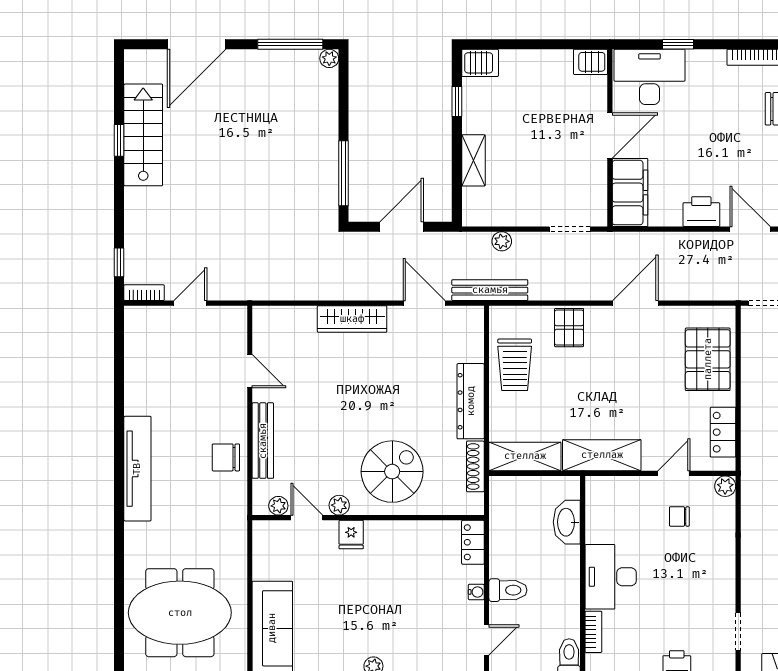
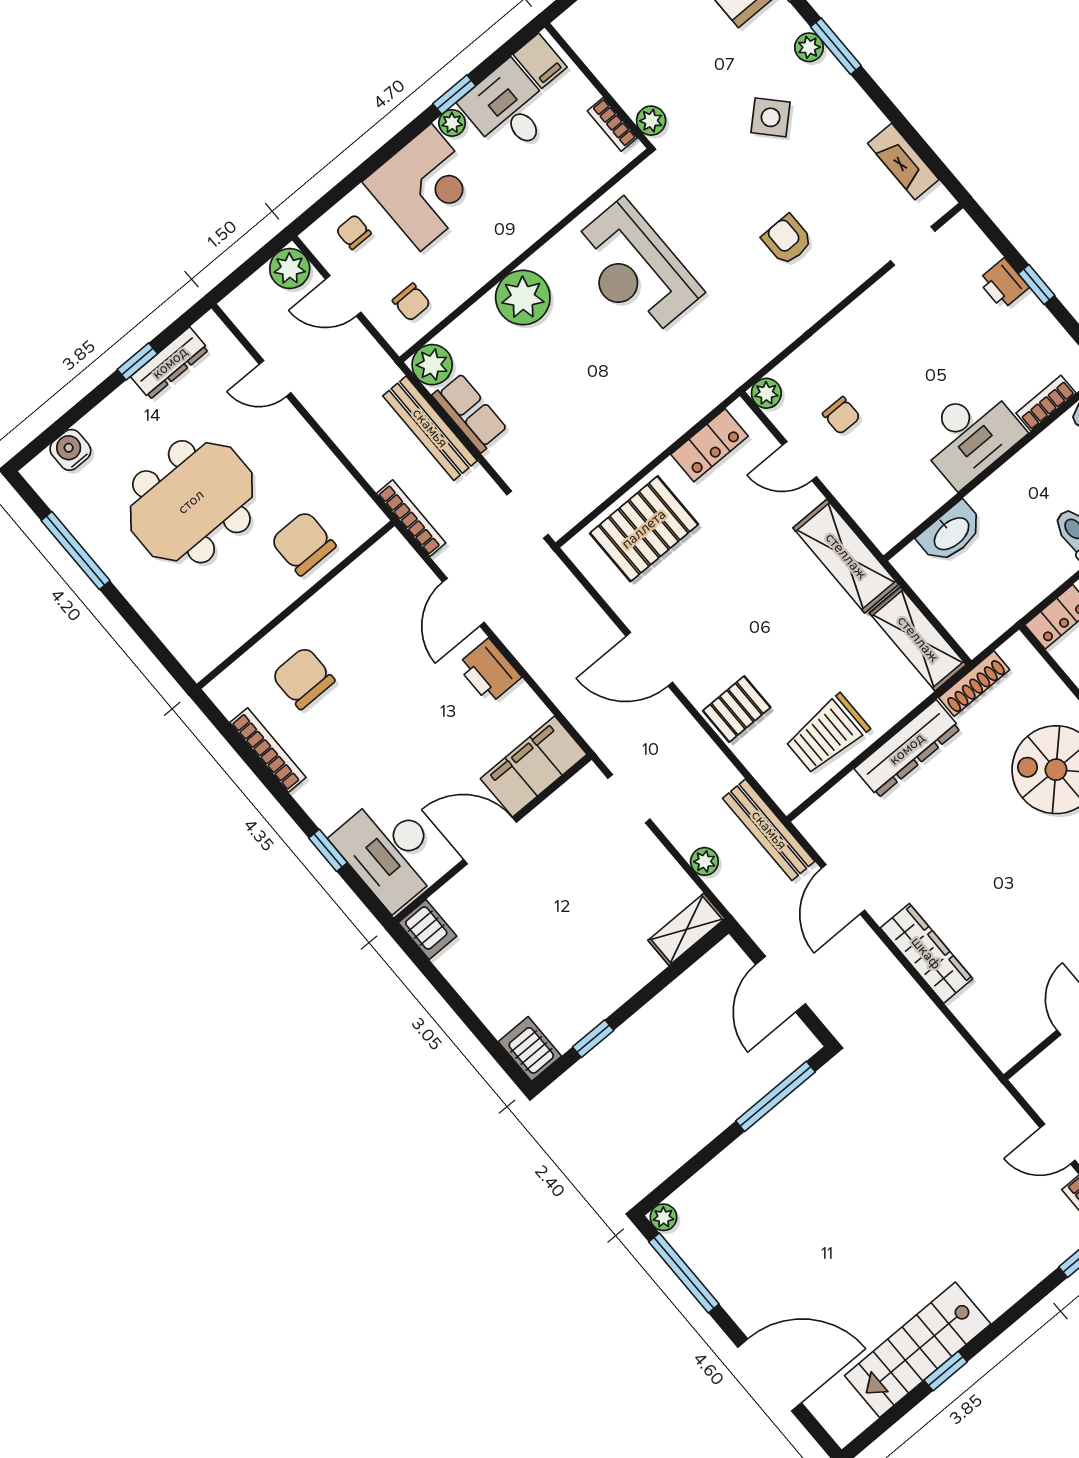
shelving: (473, 160) -> (687, 929), moved
door: (402, 227) -> (781, 984), hinge flipped
trolley: (515, 365) -> (827, 734), turned 180

